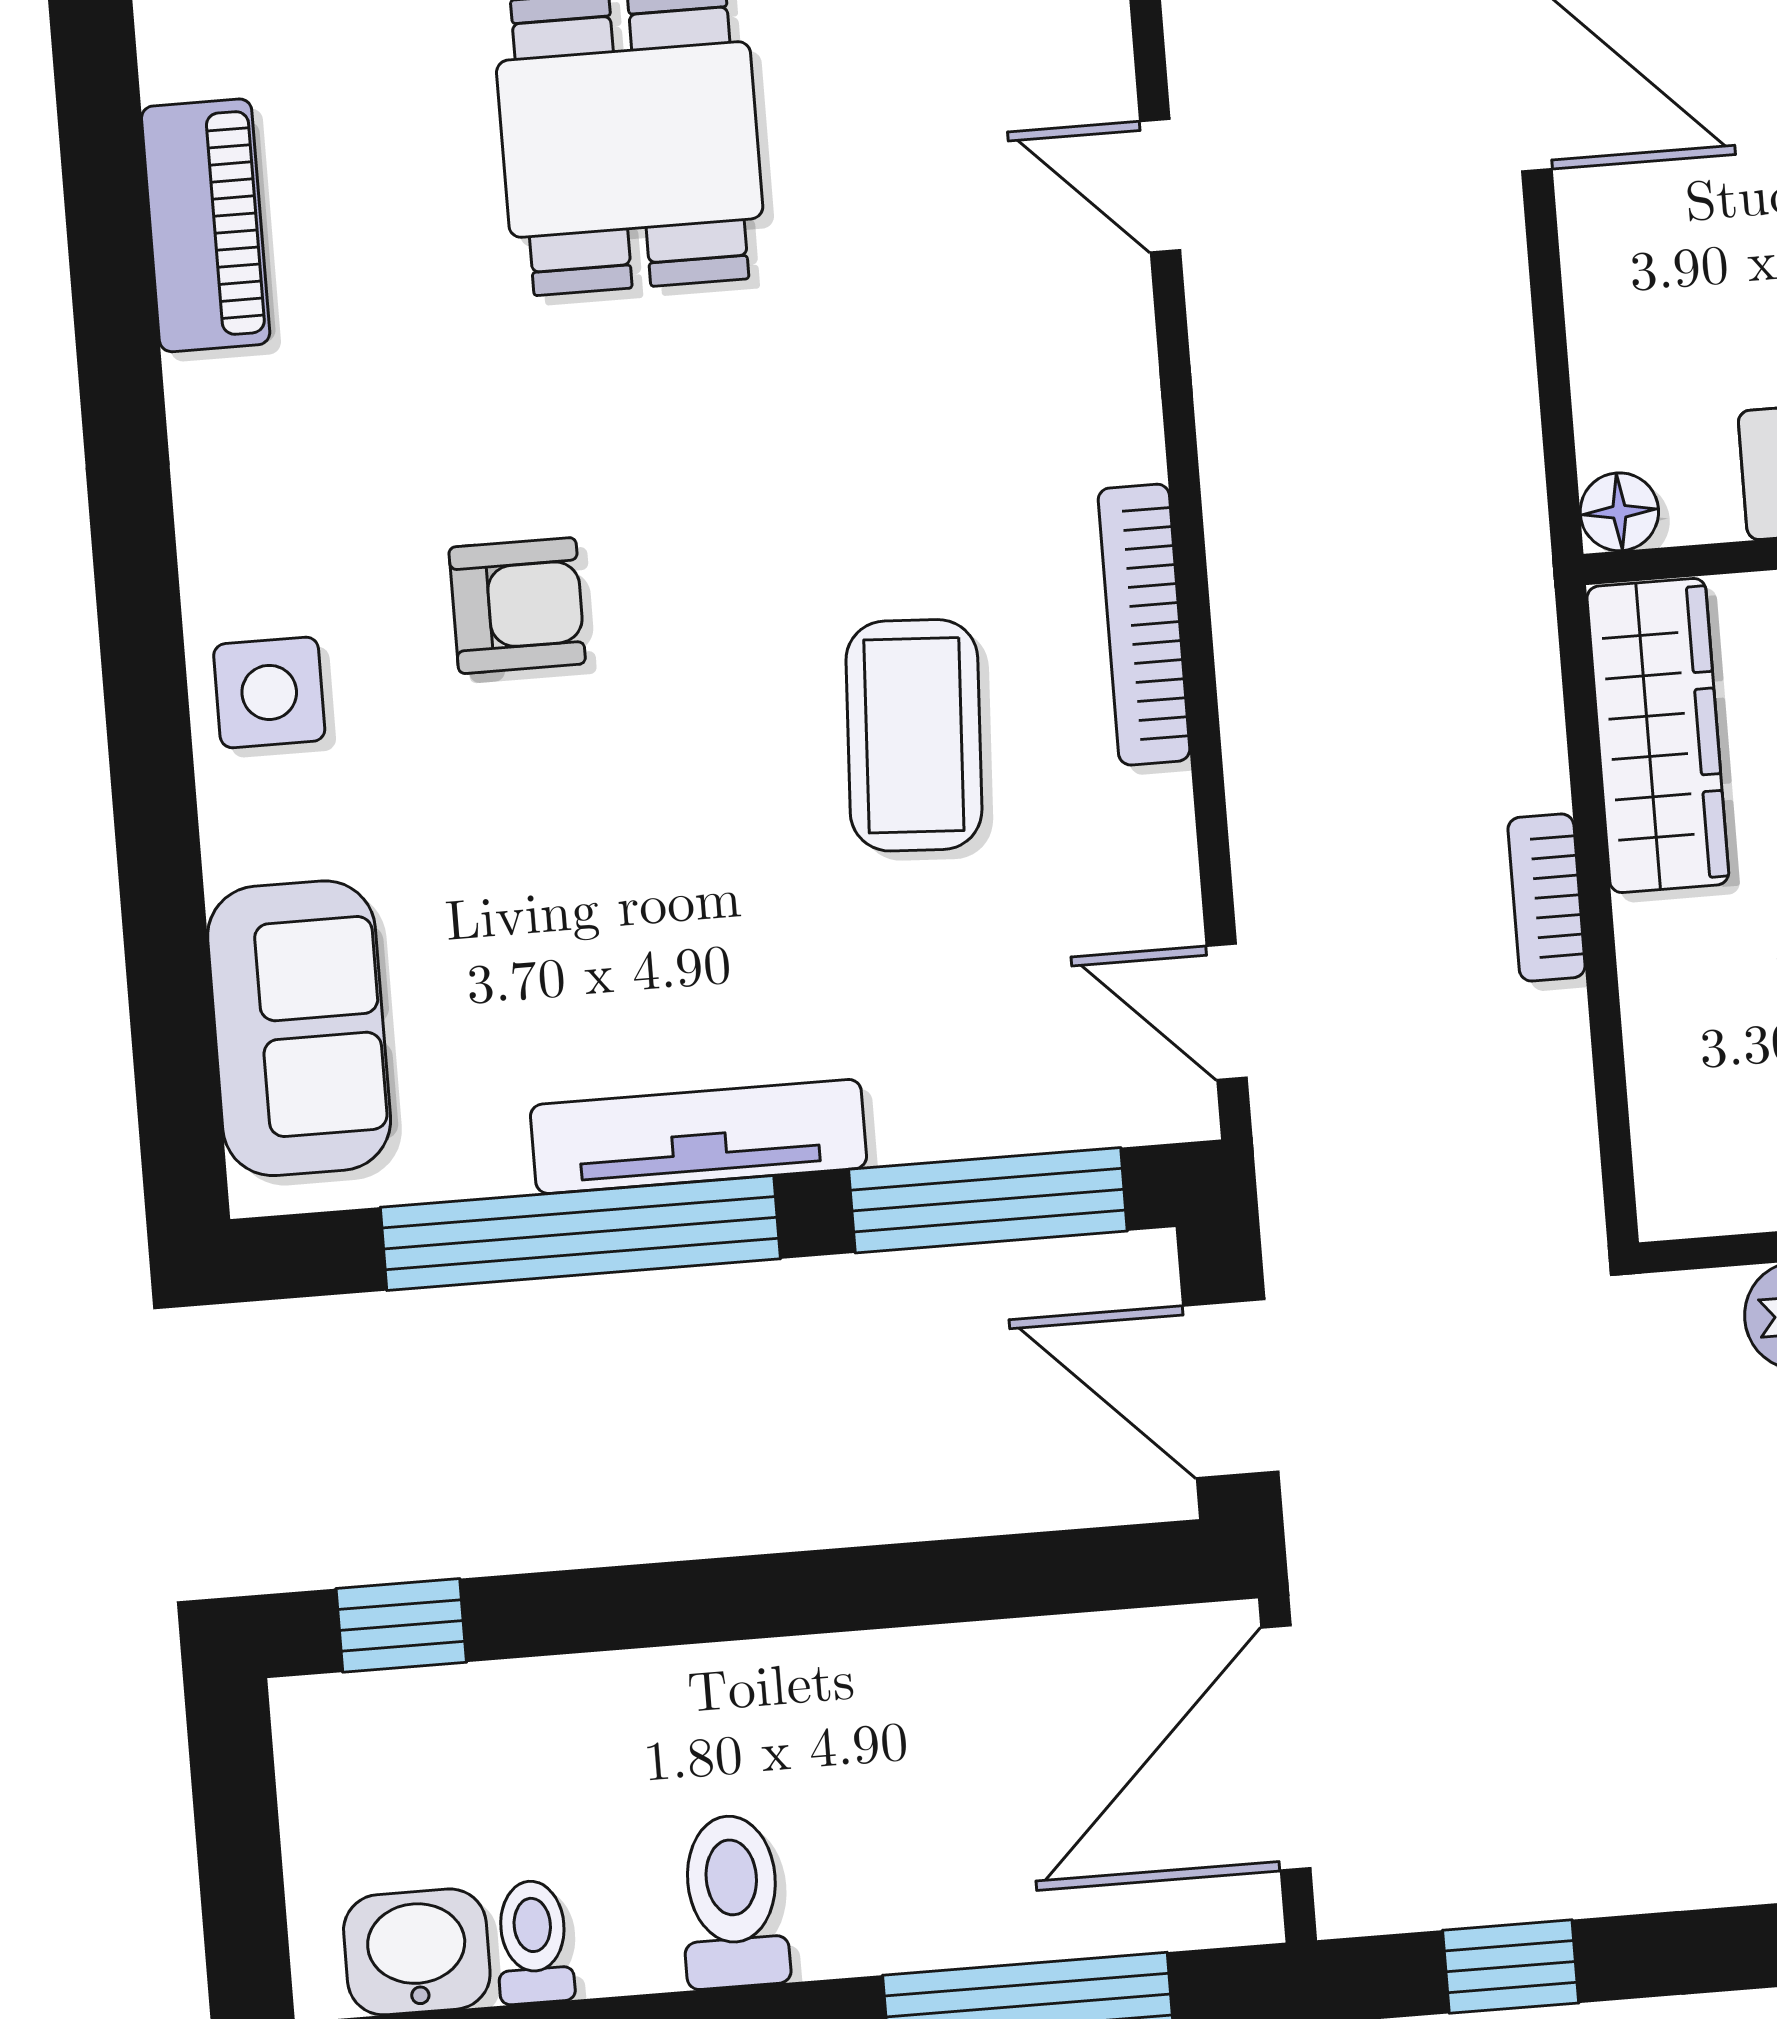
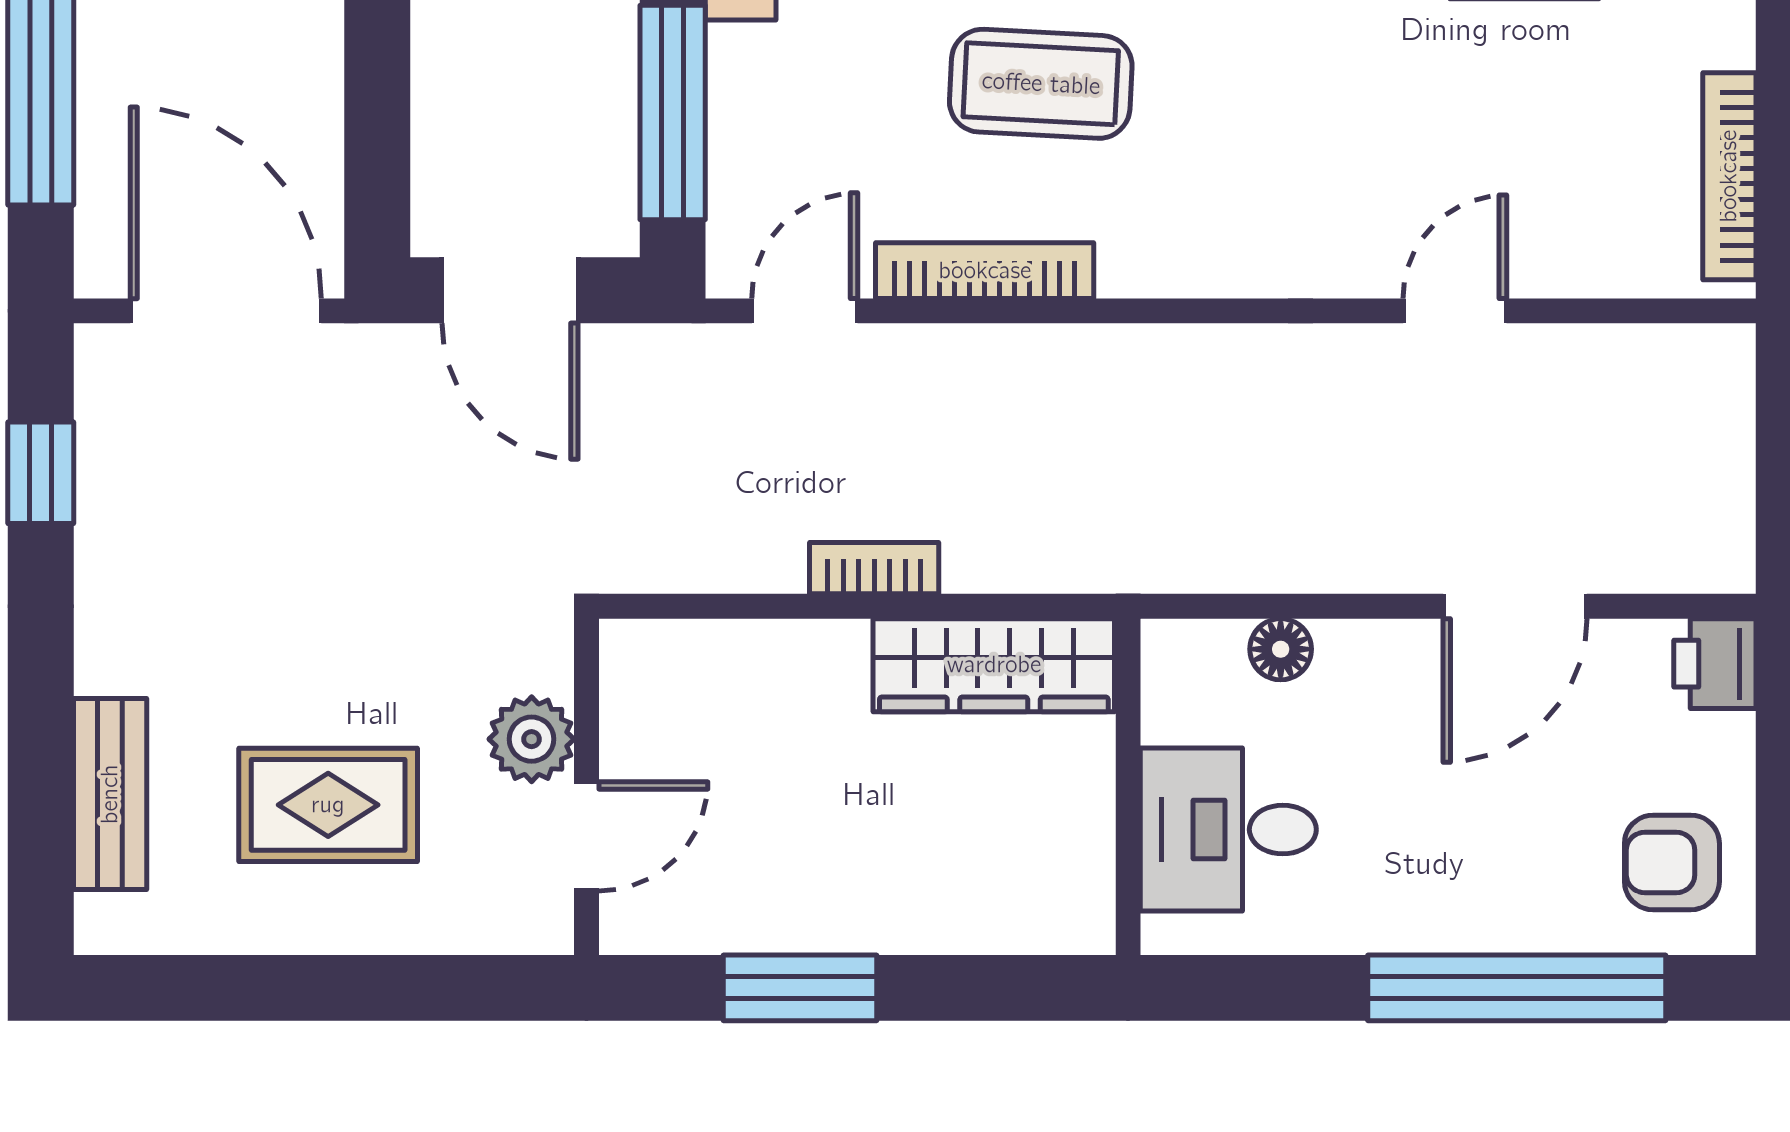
floor lamp: (1619, 512) -> (1281, 649), moved
bookcase: (1144, 625) -> (985, 271), moved
door: (1231, 1389) -> (510, 290), swing flipped

